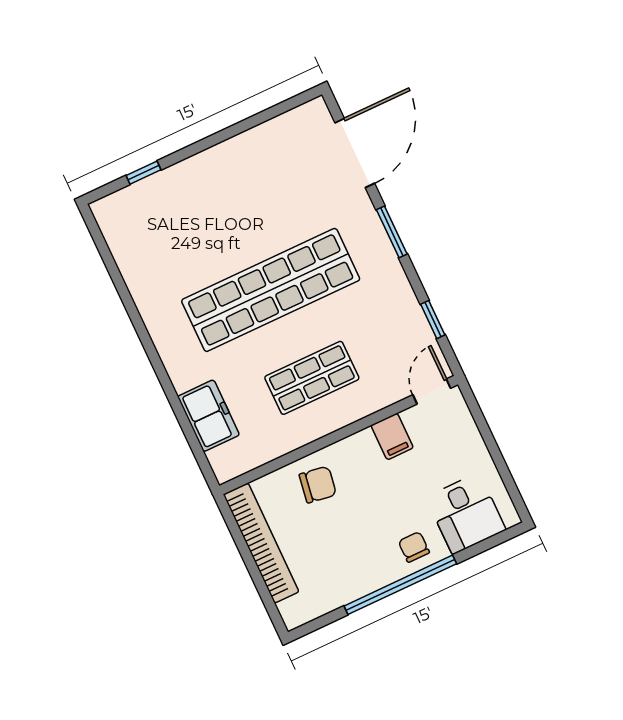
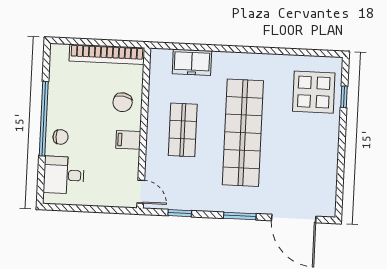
display table: (159, 220) -> (314, 92), added
filing cabinet: (392, 437) -> (128, 140), moved

